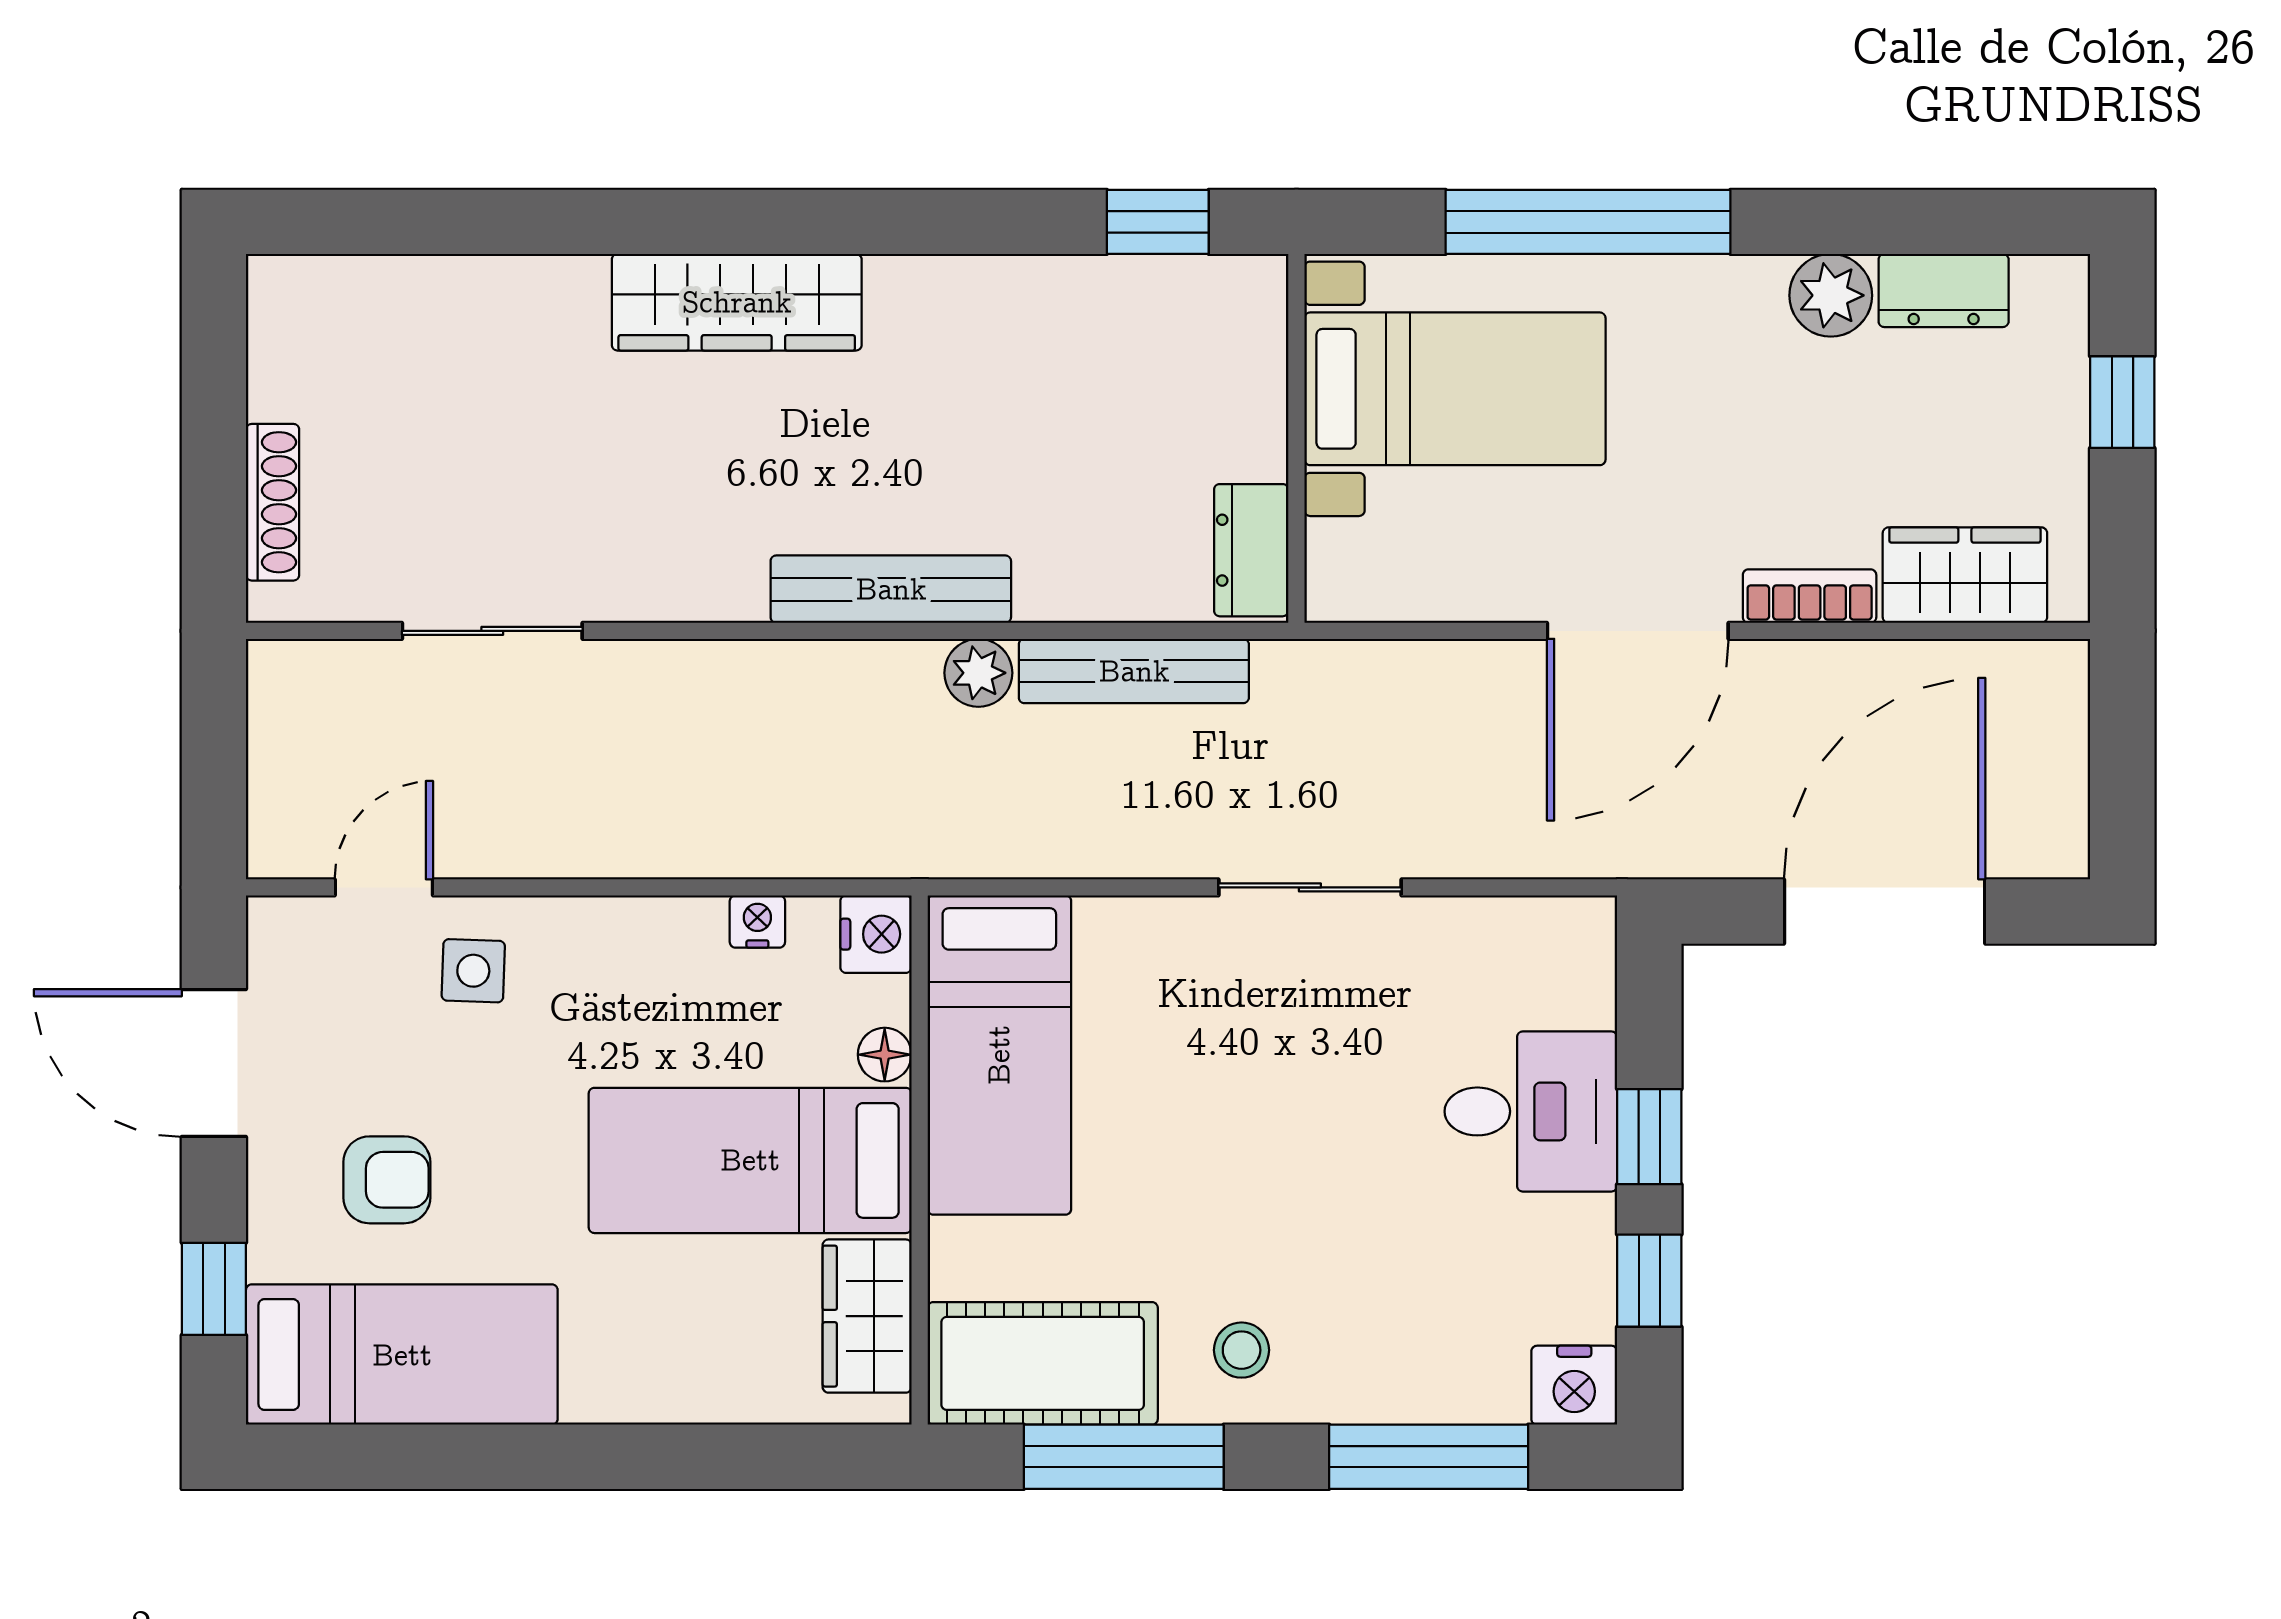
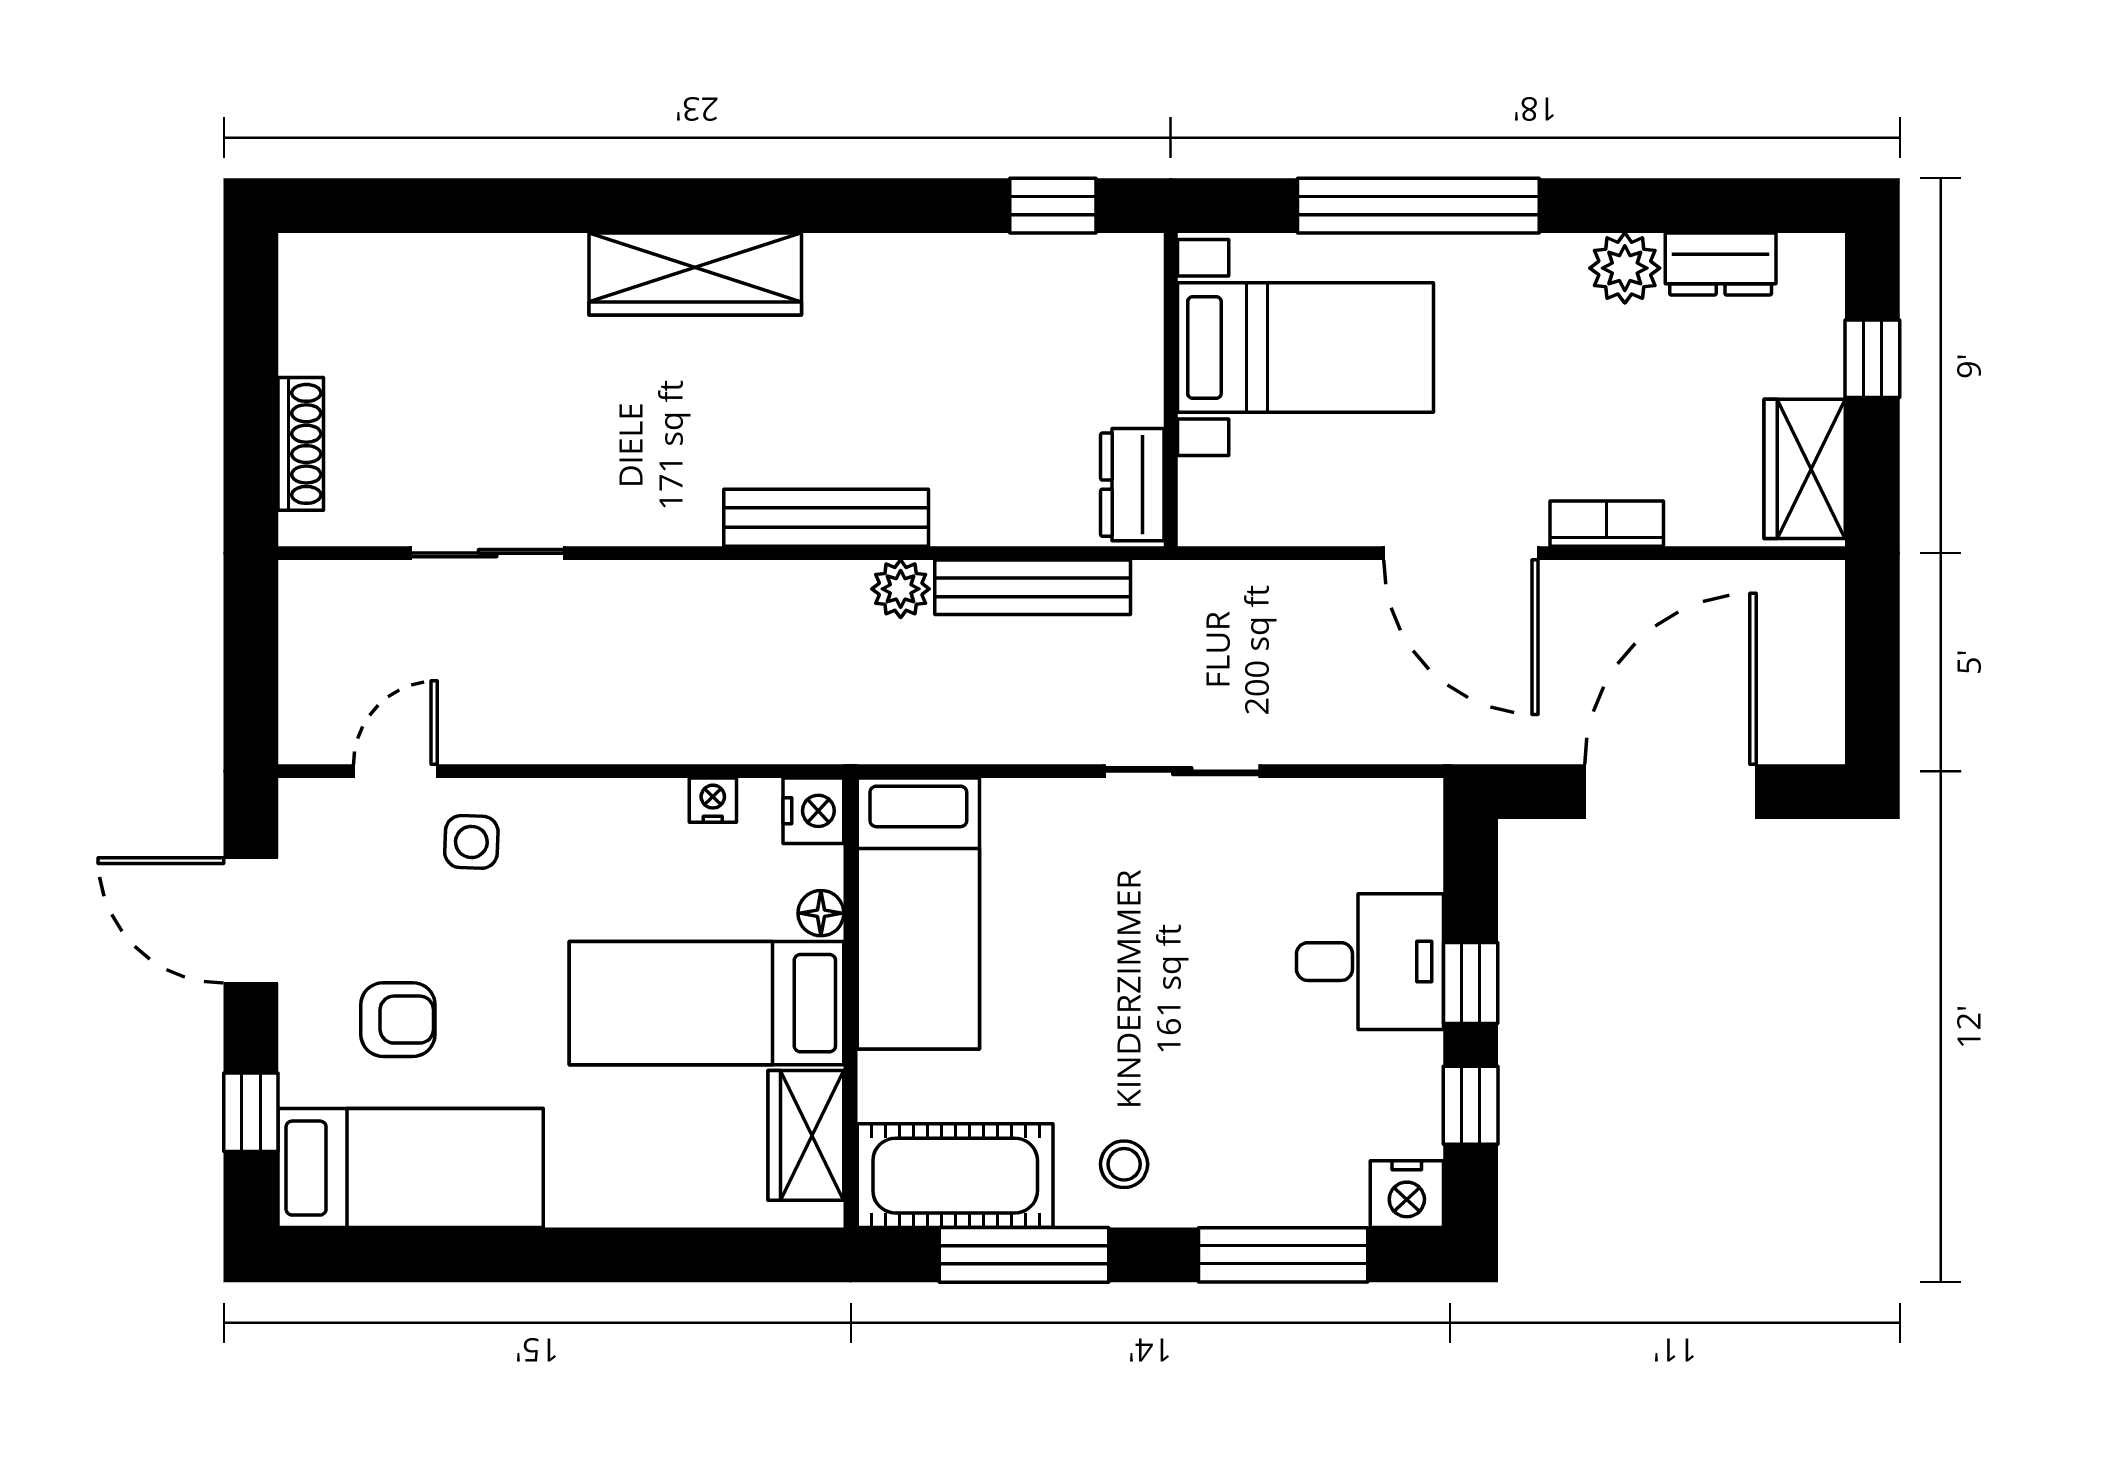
wardrobe: (1965, 575) -> (1805, 469), moved, turned -90
door: (1638, 631) -> (1461, 553), hinge flipped

